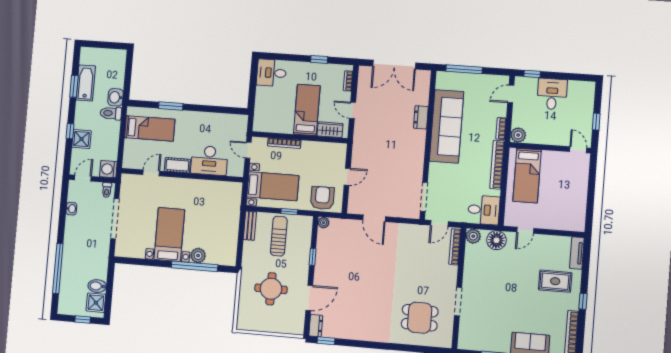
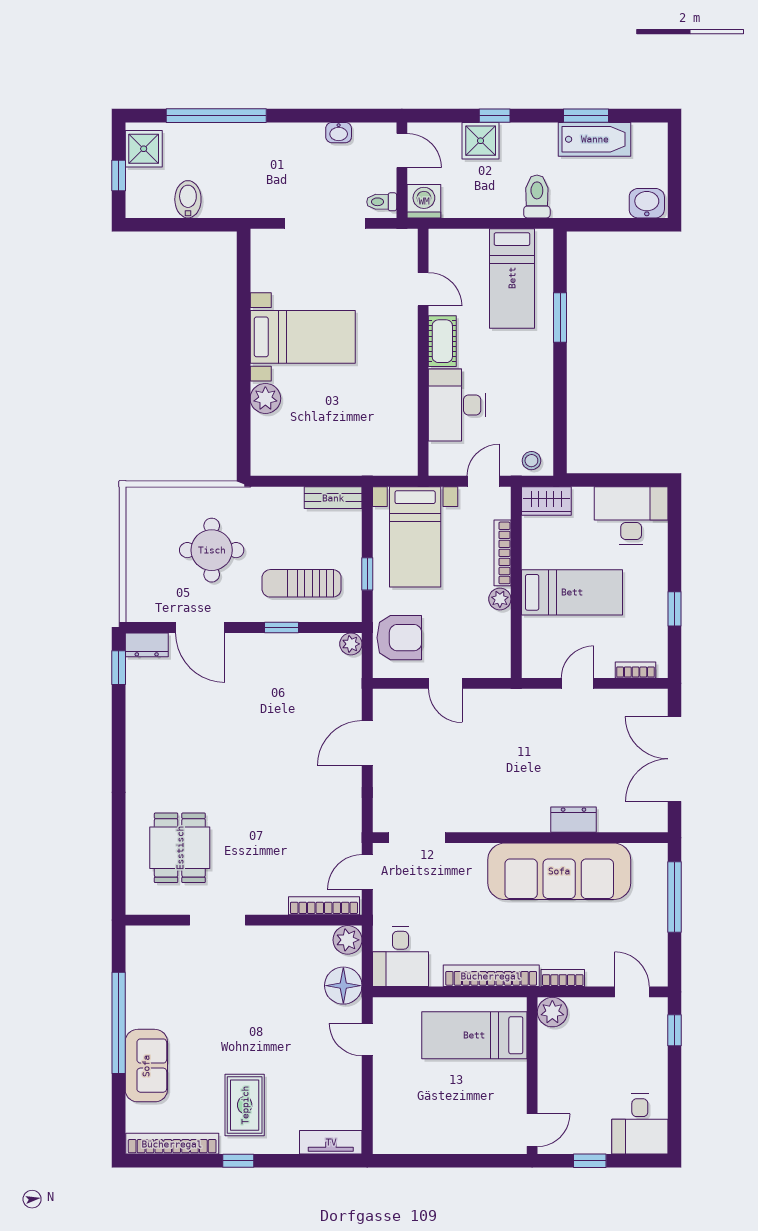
desk: (271, 73) -> (631, 515), width x1.37
desk: (552, 94) -> (640, 1124), moved, turned 90
washbasin: (116, 97) -> (647, 203), moved
stool: (240, 125) -> (531, 461), added
wardrobe: (330, 130) -> (546, 501), moved, turned 90
plant: (307, 146) -> (500, 599), added
door: (439, 223) -> (367, 872), hinge flipped
sun lounger: (279, 236) -> (302, 583), moved, turned 180
window: (195, 266) -> (244, 393), removed
rug: (555, 281) -> (245, 1105), moved
shower: (96, 303) -> (144, 149), moved

